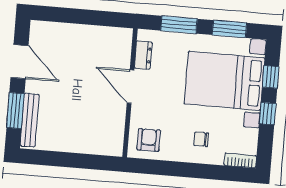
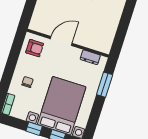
window: (229, 29) -> (94, 117), removed
door: (131, 87) -> (61, 41), moved

